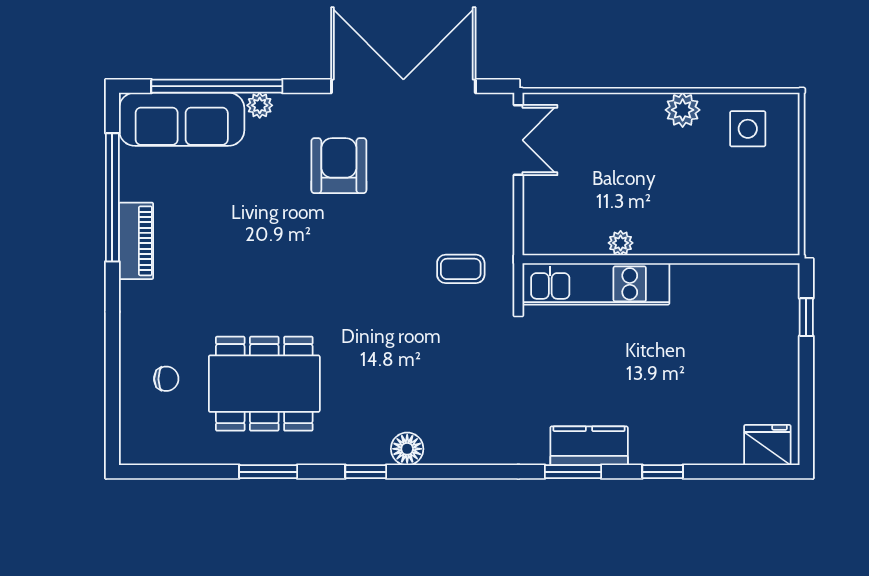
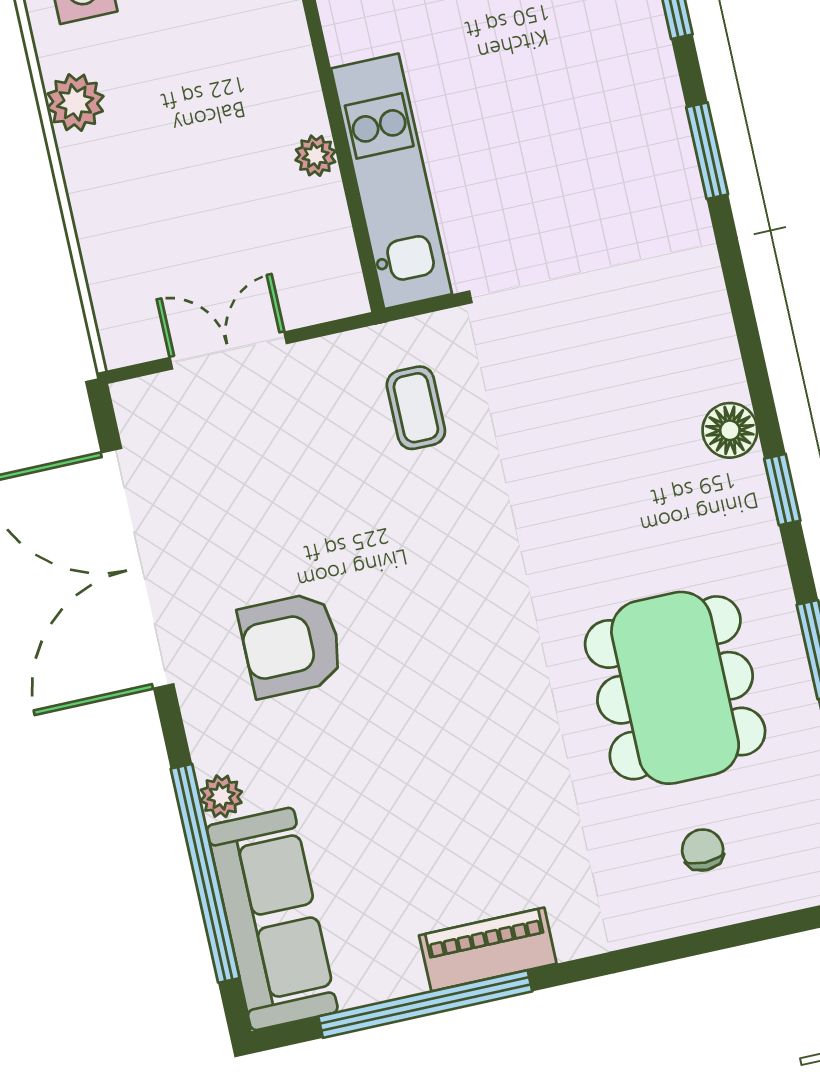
double door: (518, 140) -> (228, 351), moved
kitchen counter: (589, 446) -> (659, 134), removed

